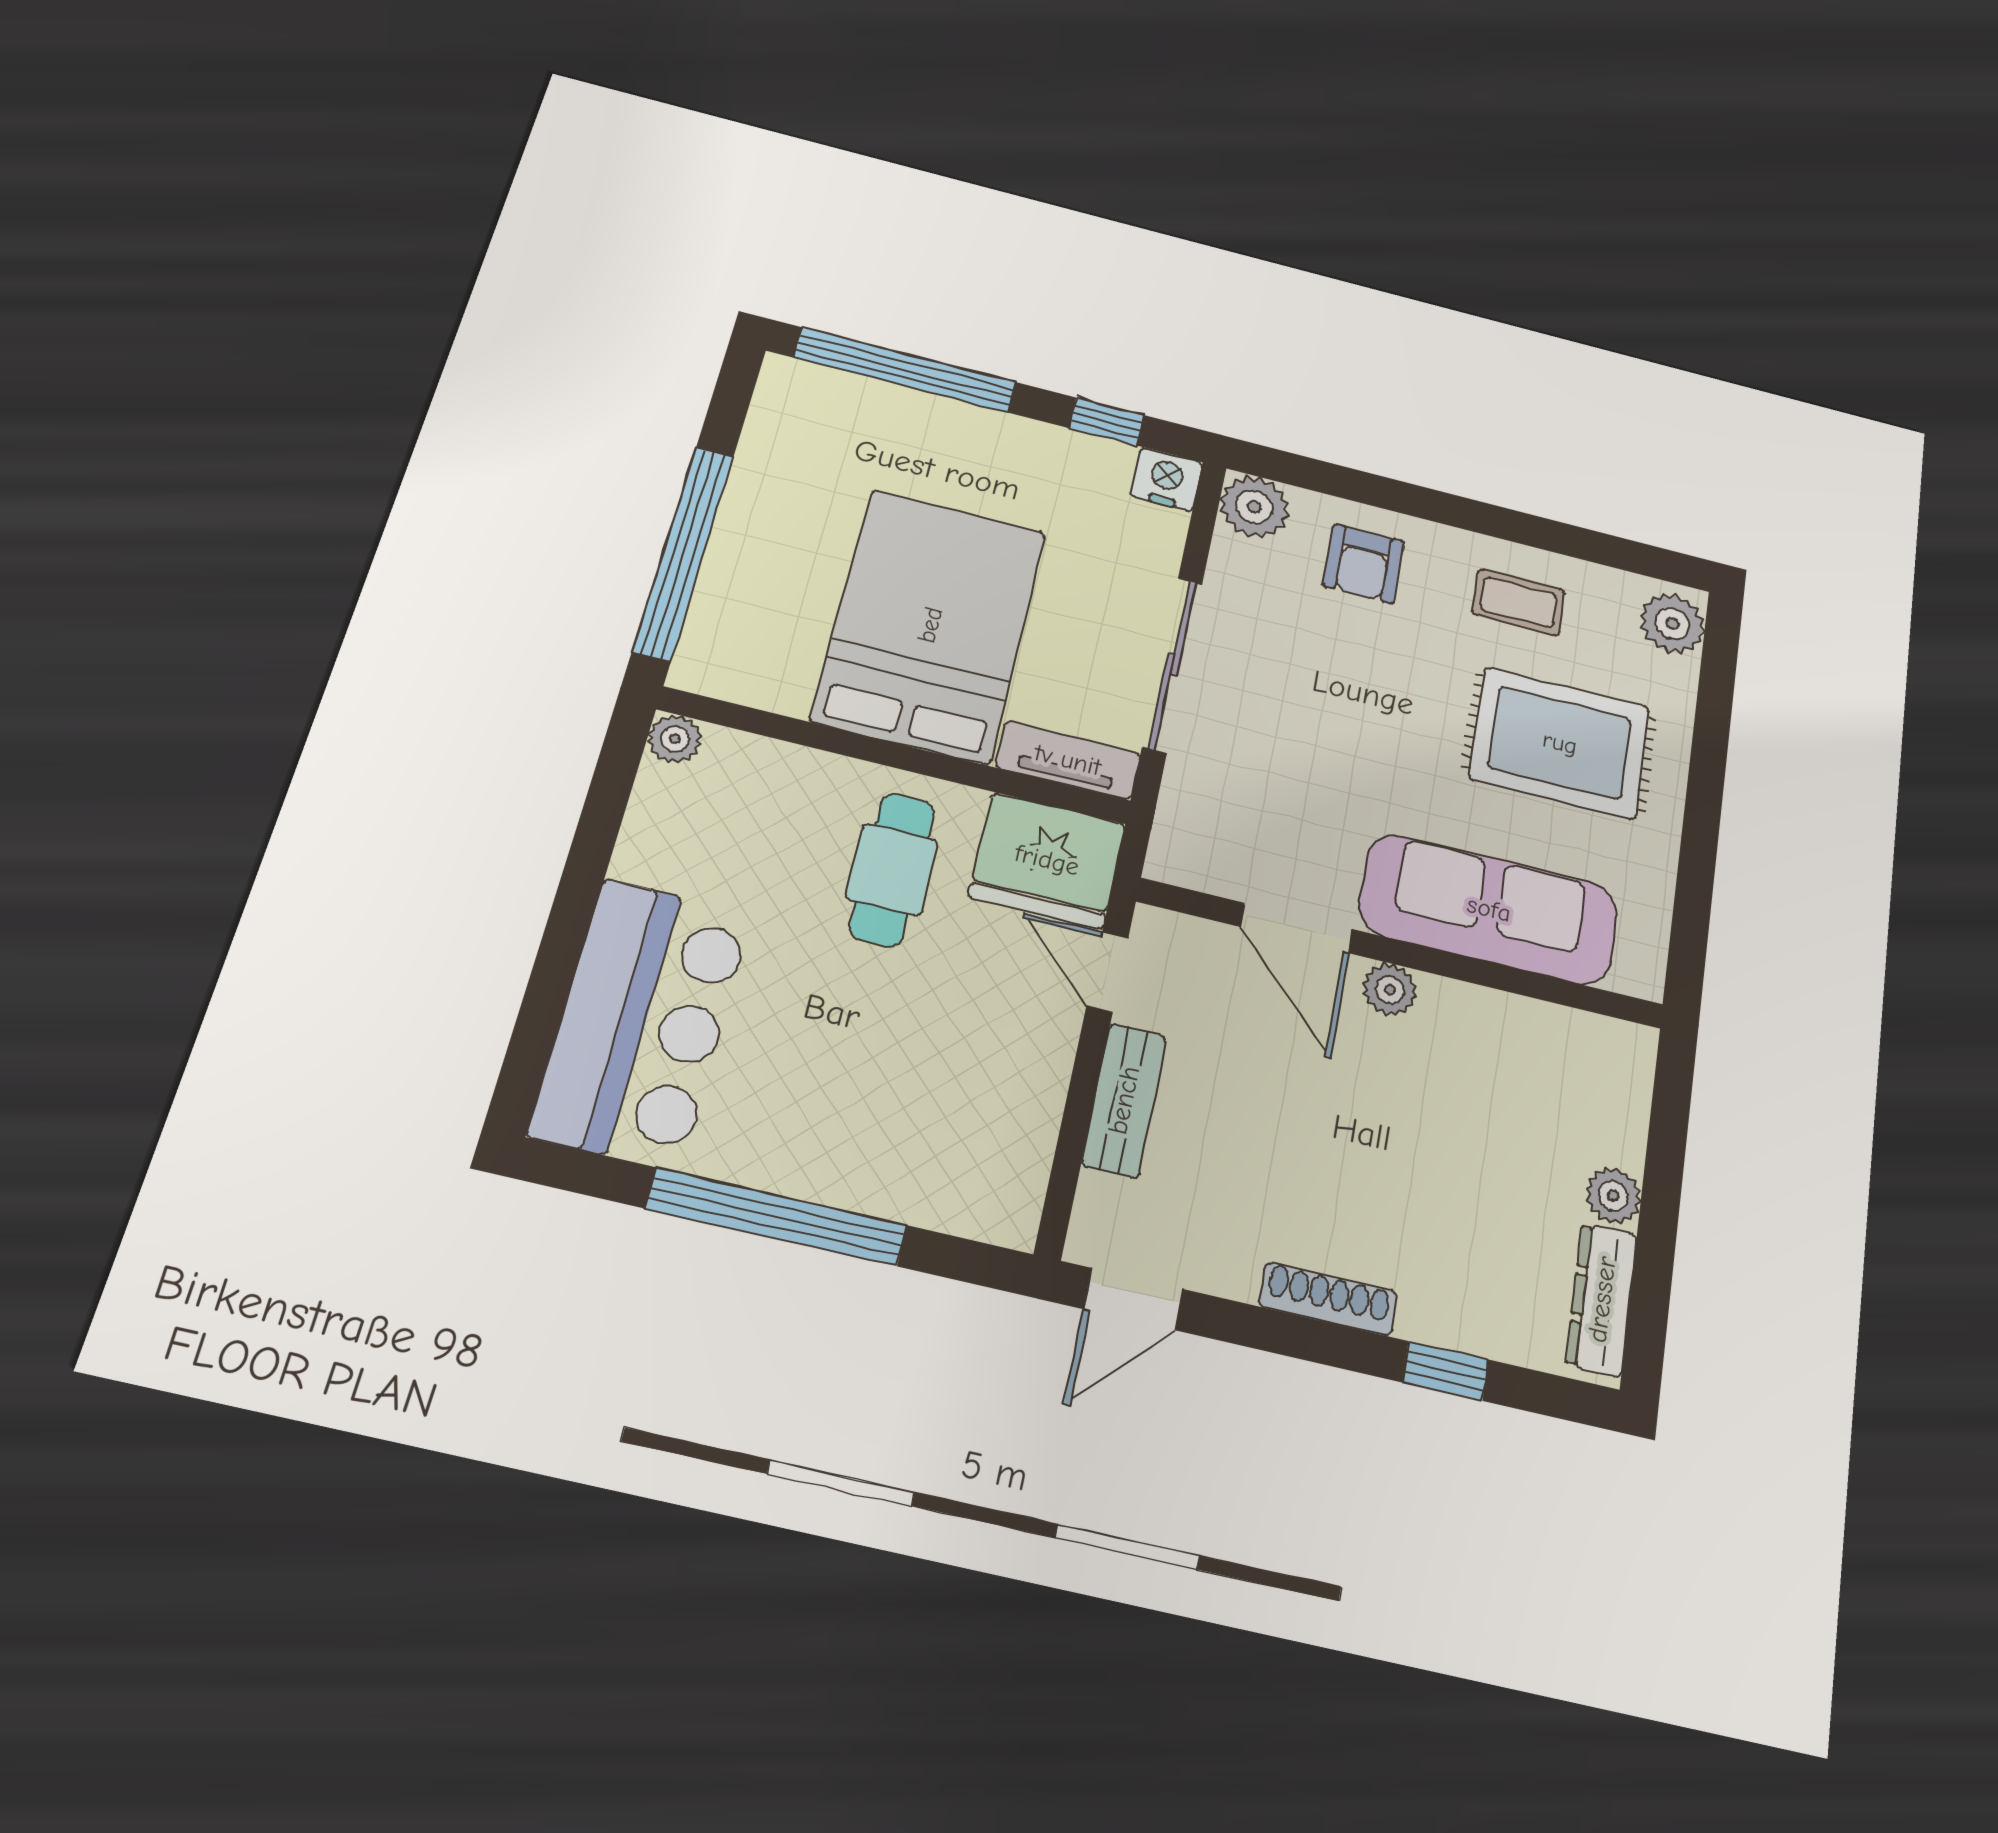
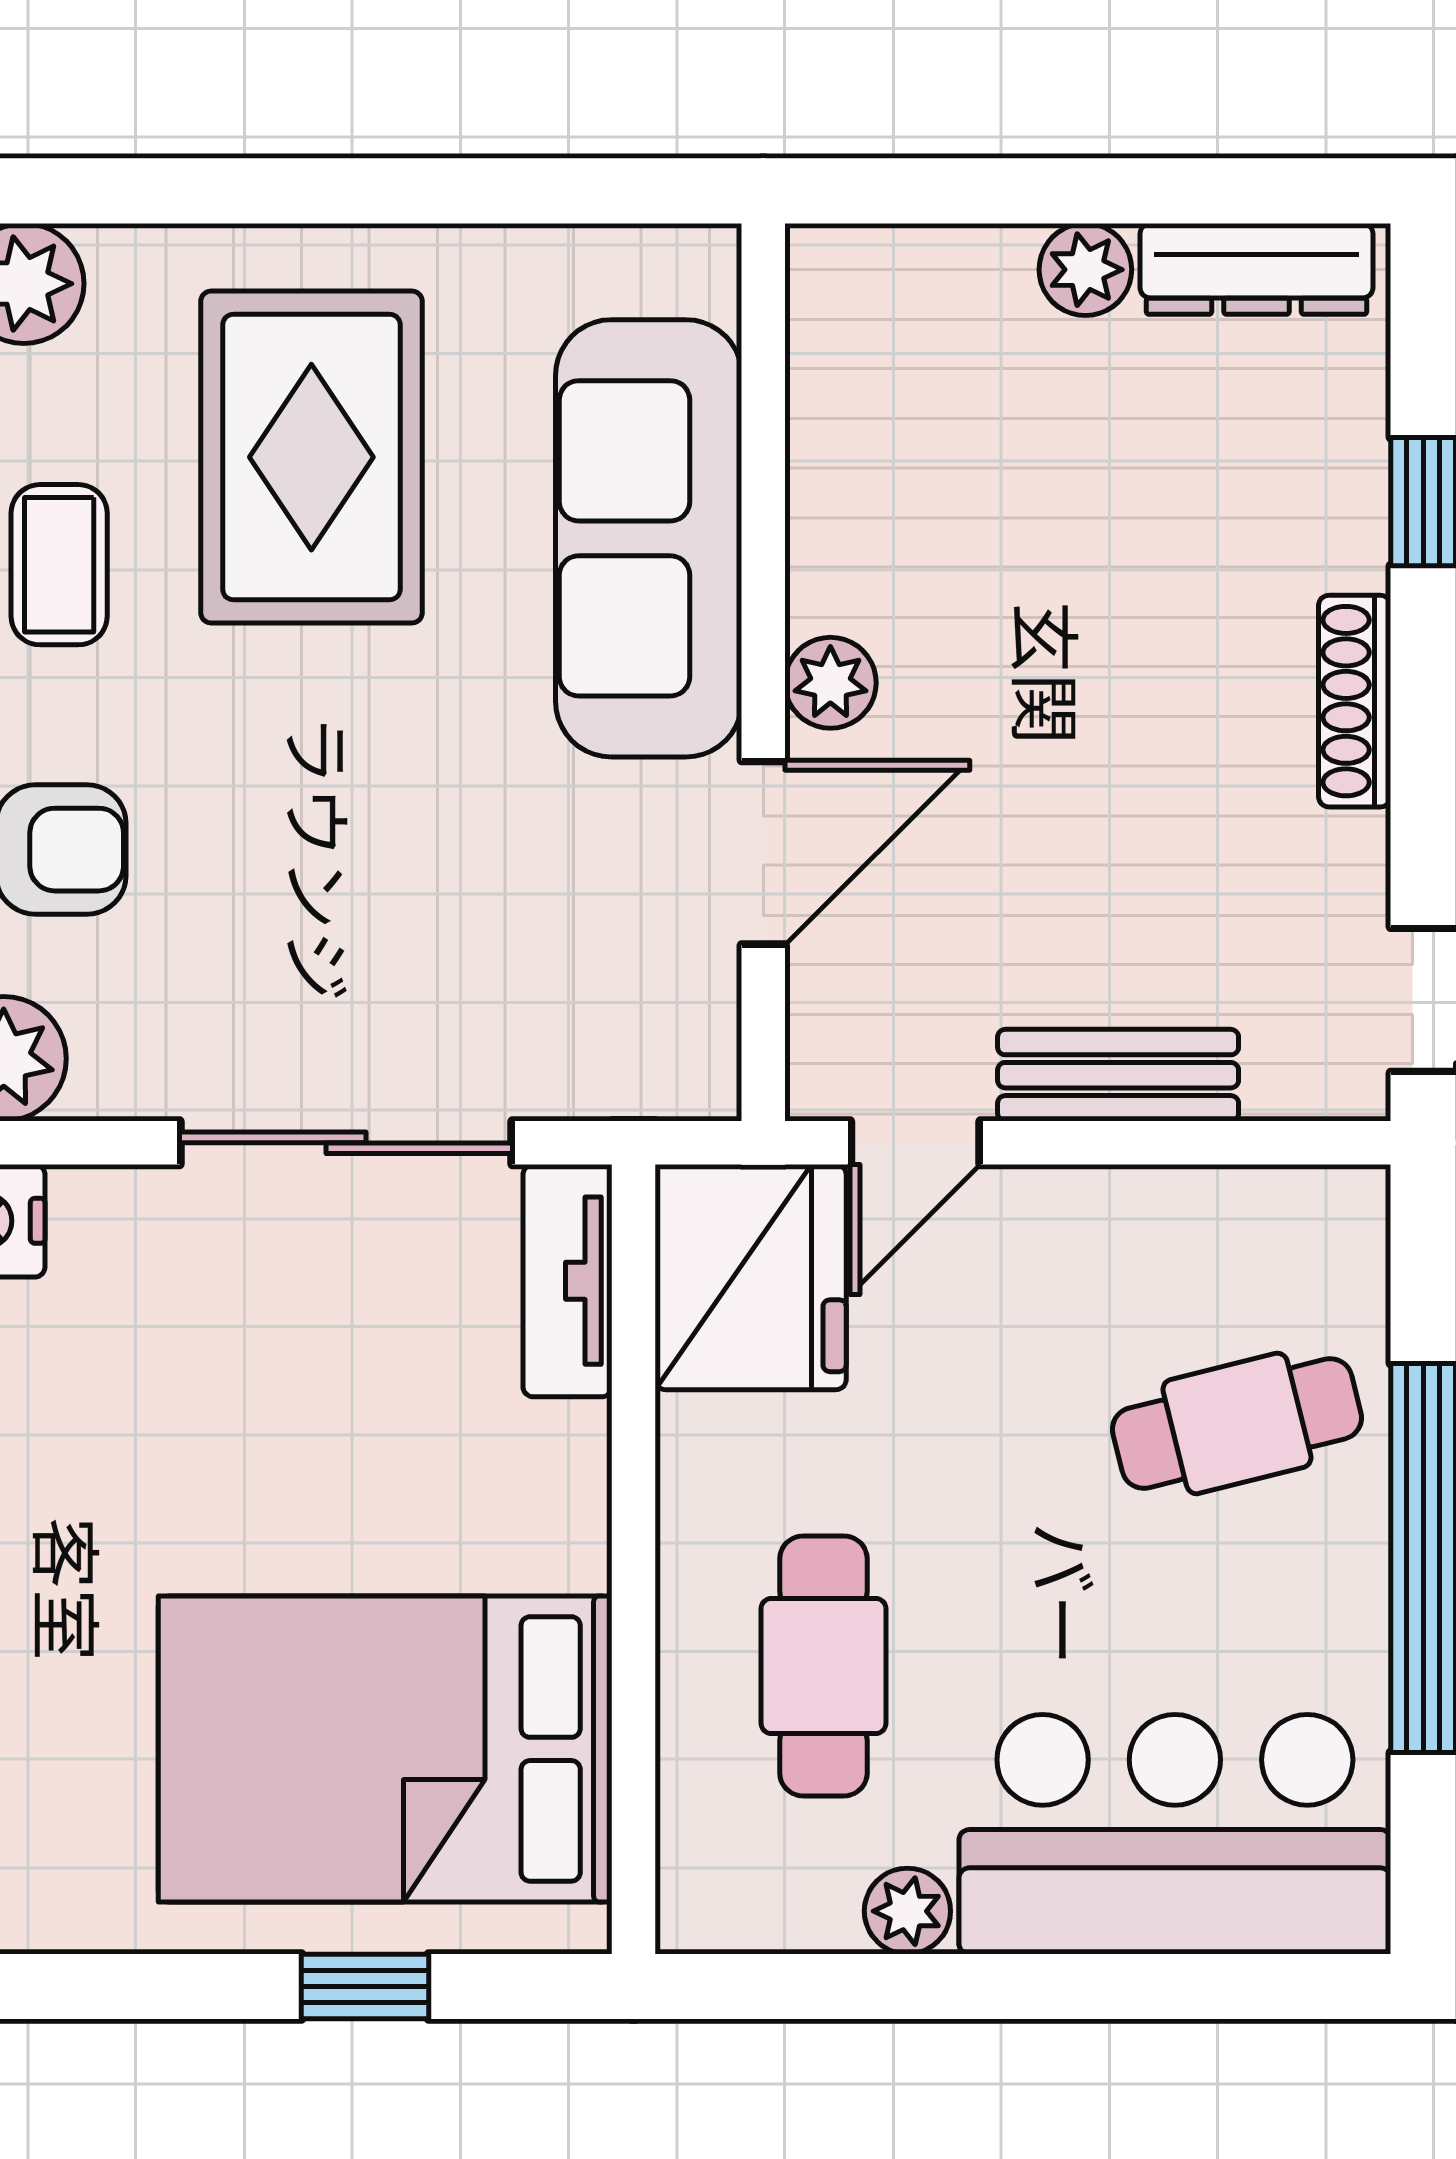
window: (684, 553) -> (365, 1987), width x0.32
bed: (930, 625) -> (385, 1749), moved
plant: (675, 739) -> (907, 1911), moved
cafe table: (892, 870) -> (823, 1666), moved, turned 90
cafe table: (892, 1121) -> (1237, 1423), added

